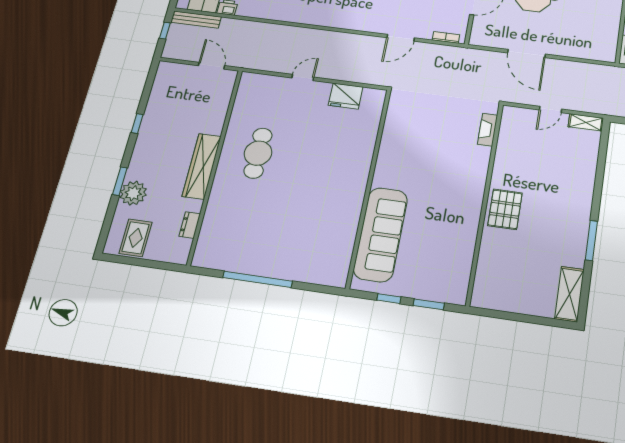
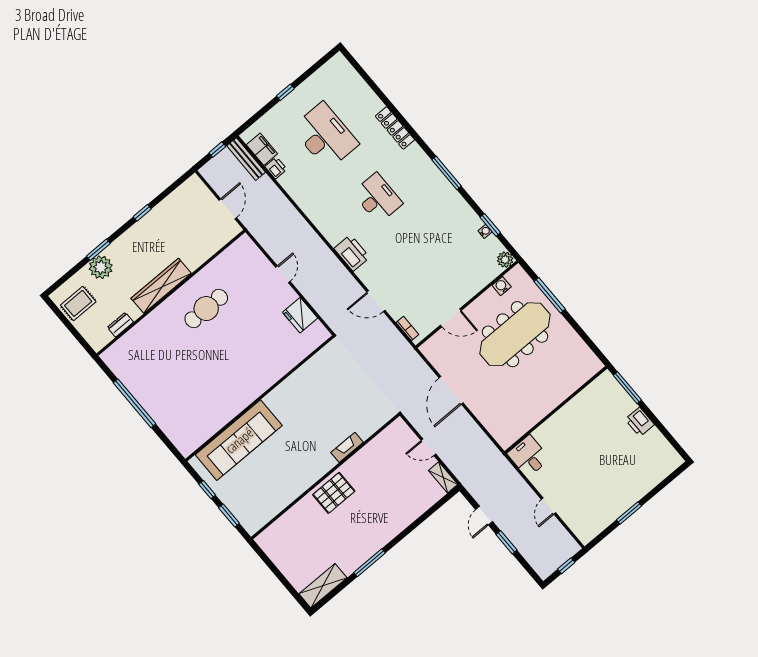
printer: (347, 19) -> (352, 253), added
door: (303, 77) -> (283, 274), hinge flipped
fireplace: (488, 130) -> (347, 447), moved

